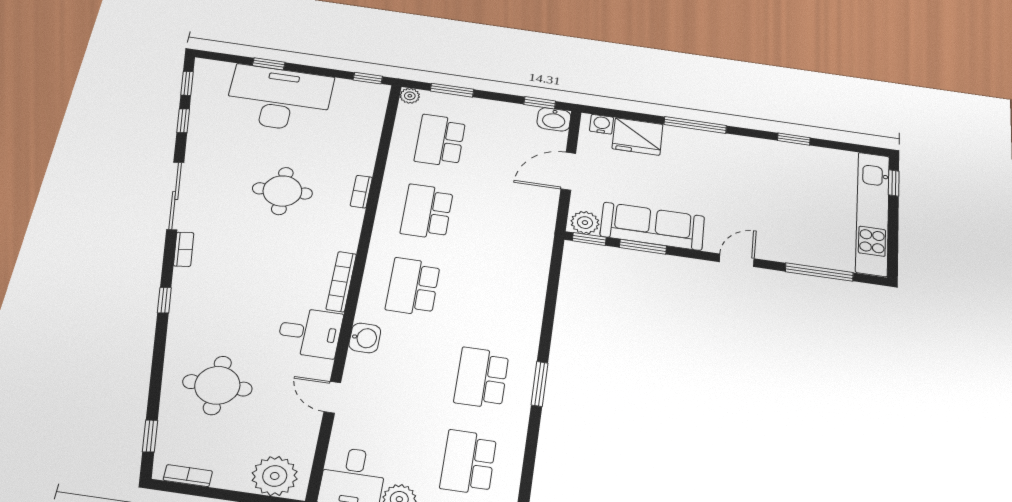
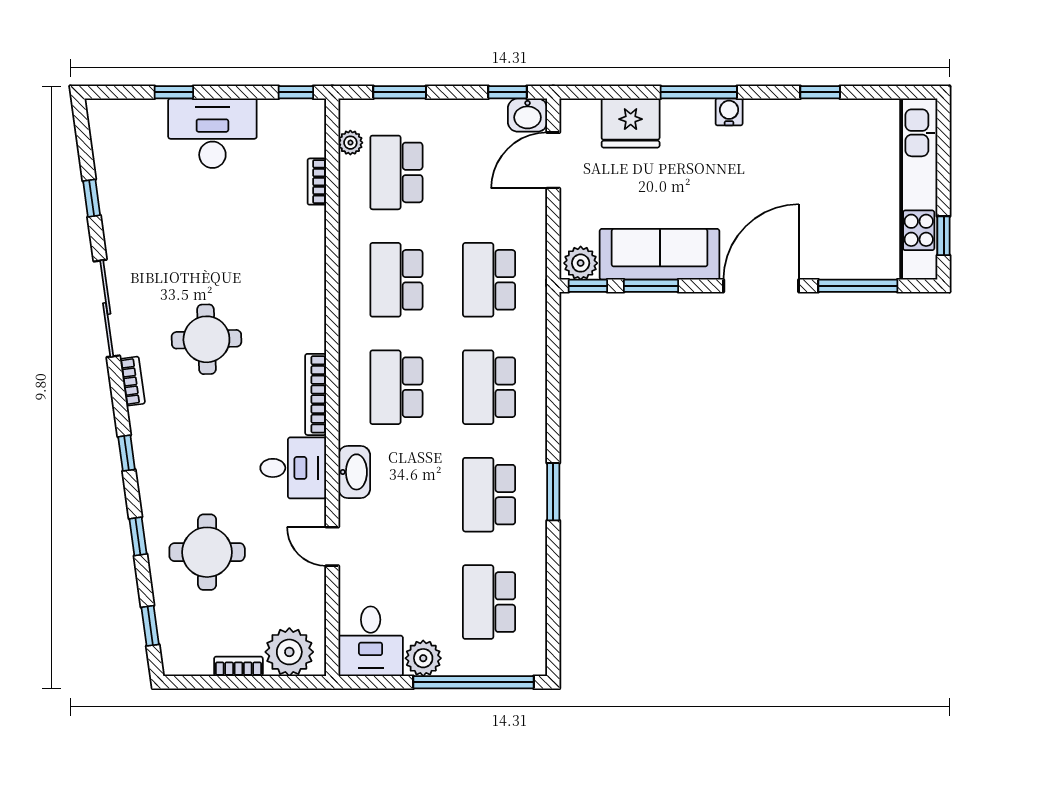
window: (187, 83) -> (138, 536), moved
plant: (410, 96) -> (350, 143), moved
desk: (279, 98) -> (212, 133), width x0.73, depth x0.77
water cooler: (602, 124) -> (729, 112), moved
door: (568, 171) -> (553, 160), moved
window: (894, 183) -> (944, 236), moved
round table: (282, 191) -> (206, 339), moved
bookcase: (361, 192) -> (317, 182), moved
school desk: (506, 223) -> (489, 280), added
door: (737, 260) -> (761, 286), width x1.88
school desk: (494, 298) -> (489, 387), added
washbasin: (365, 338) -> (354, 472), width x1.38
bookcase: (188, 476) -> (238, 666), moved

